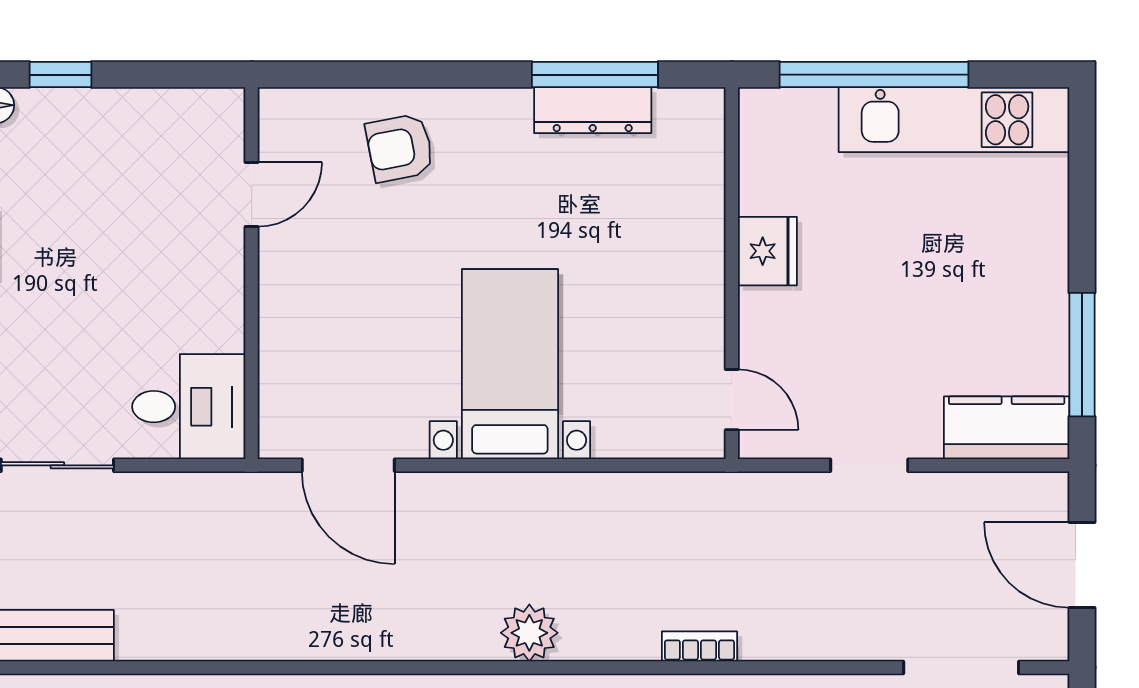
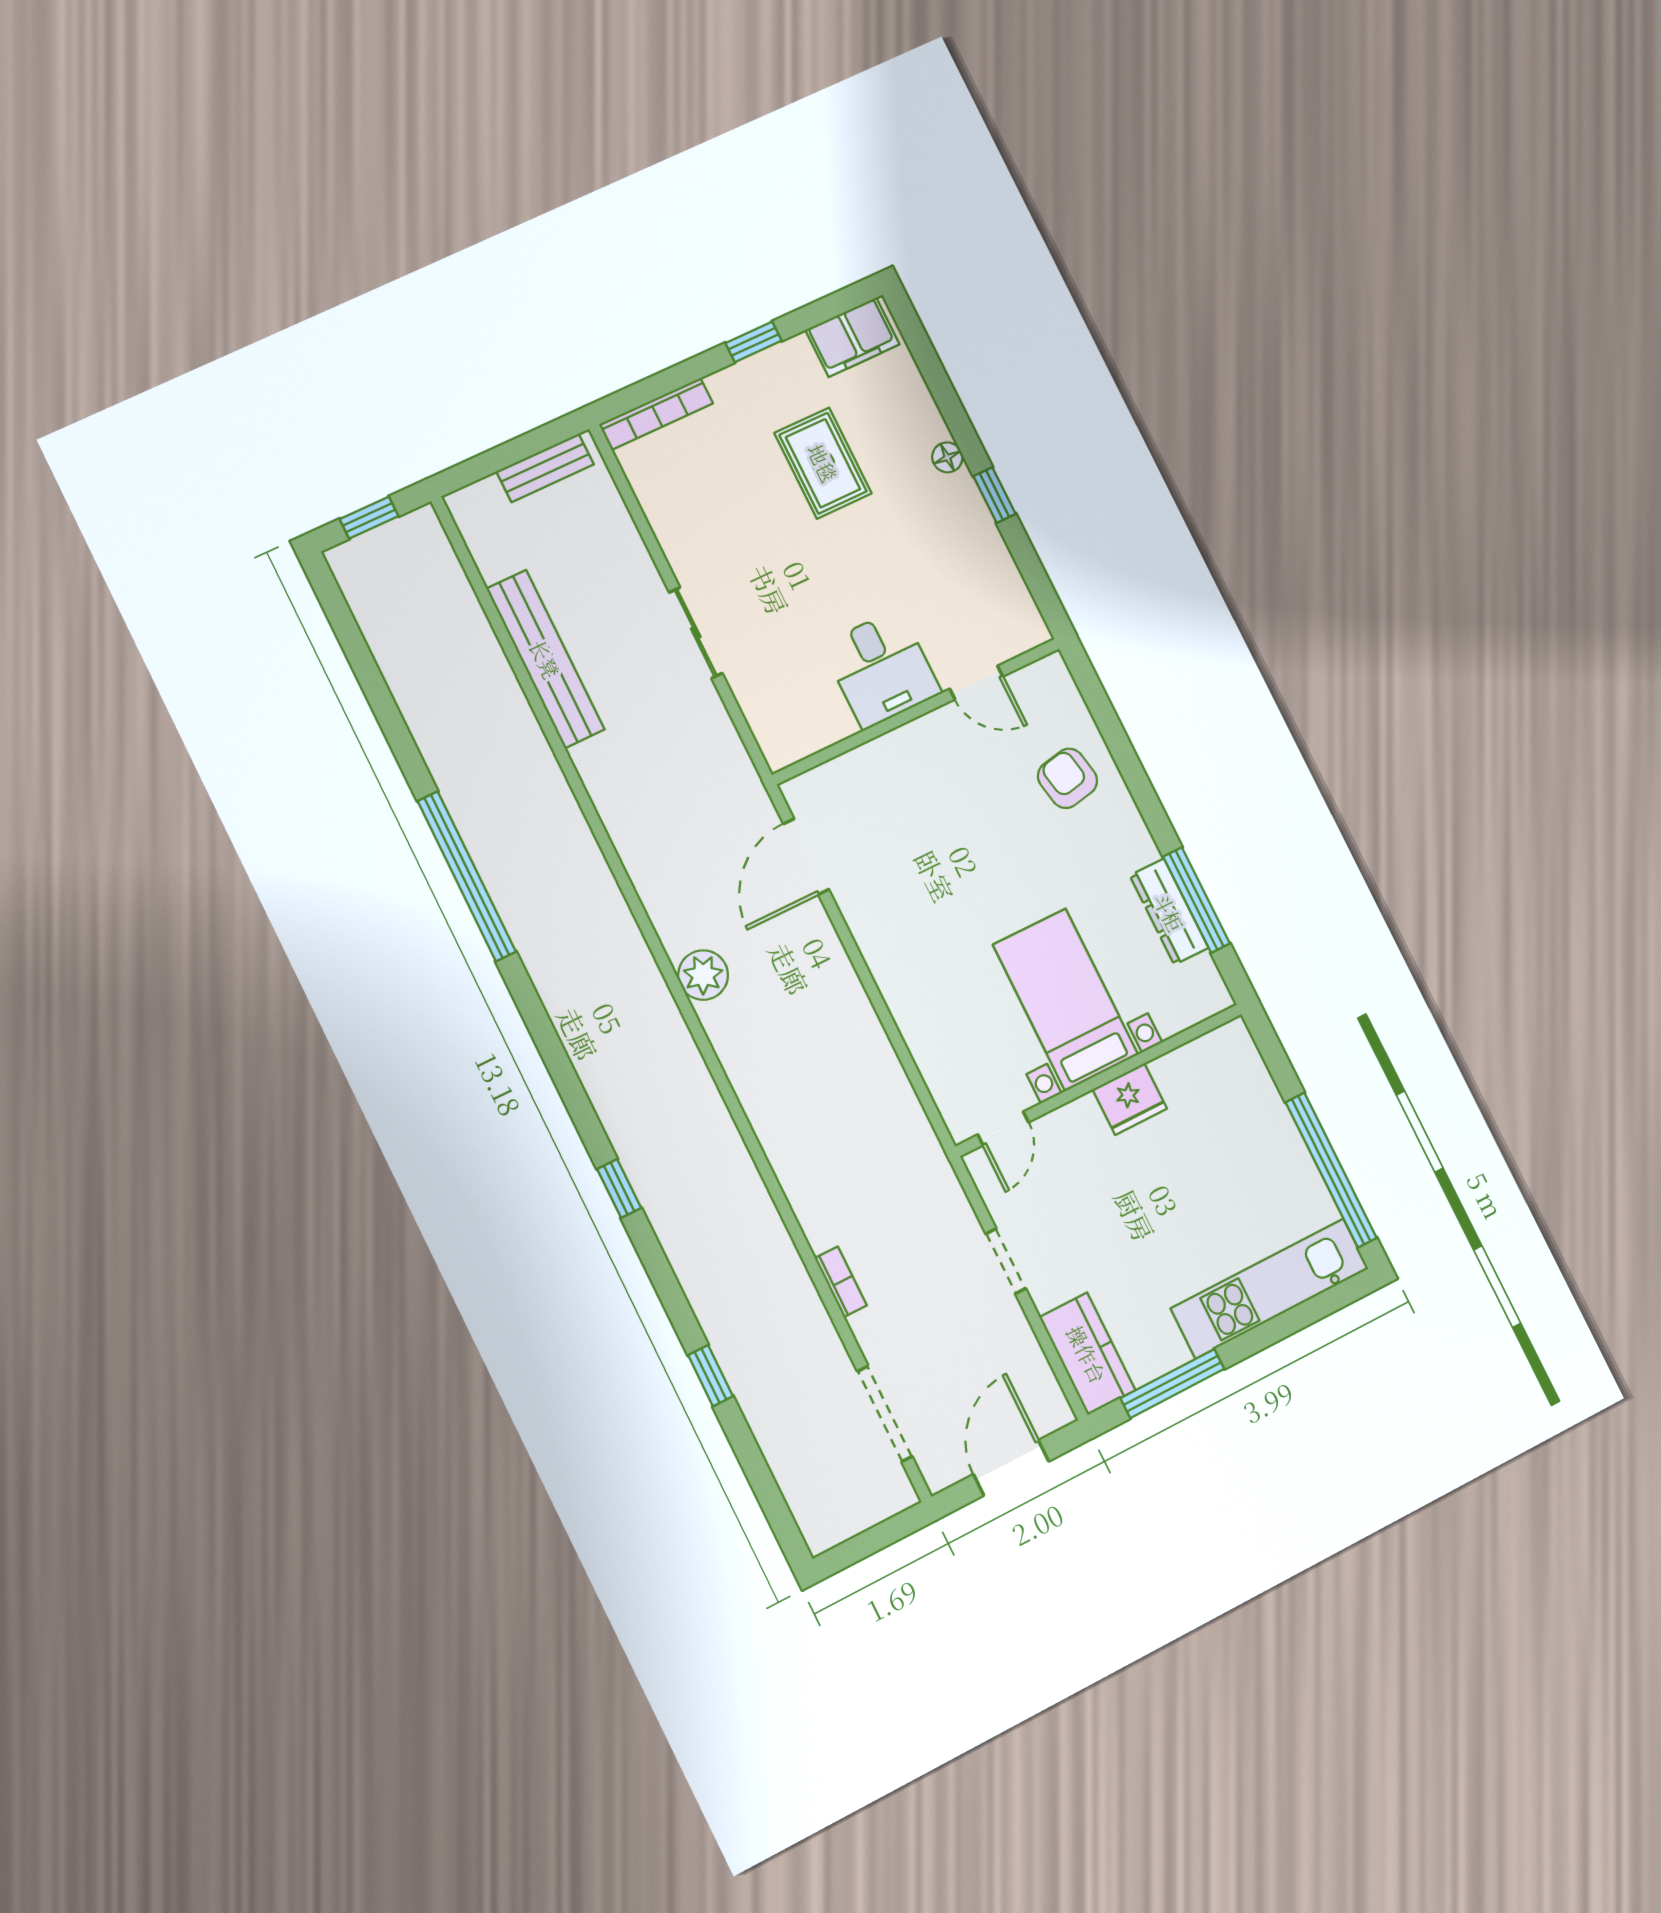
window: (874, 75) -> (1331, 1170), moved
kitchen unit: (954, 120) -> (1270, 1288), moved, turned 90
bed with nightstands: (510, 364) -> (1065, 1000), moved, turned -90
desk: (189, 407) -> (881, 669), moved
plant: (529, 633) -> (703, 975), moved
bookcase: (699, 646) -> (841, 1282), moved

